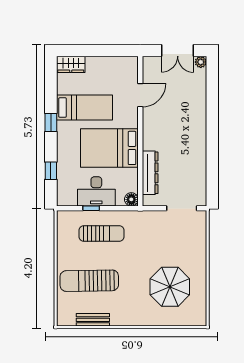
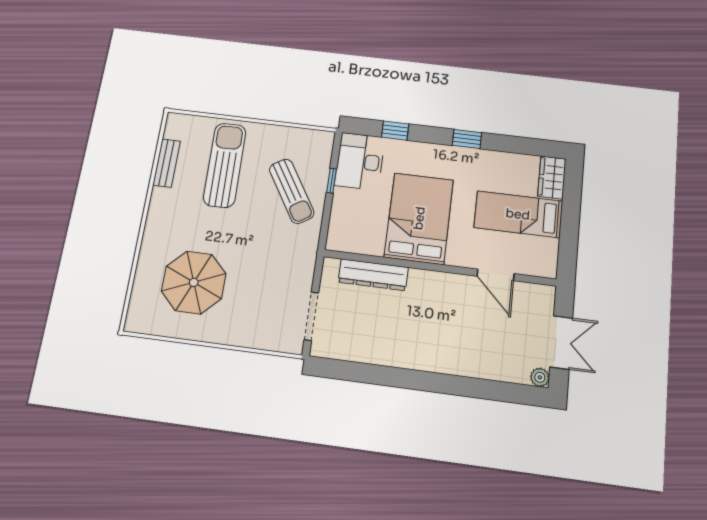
double door: (178, 51) -> (561, 342), swing flipped
bed: (84, 108) -> (518, 214), moved, turned 90
desk: (96, 191) -> (360, 161), moved
floor lamp: (131, 199) -> (336, 241), removed
sun lounger: (102, 234) -> (292, 191), turned -32

